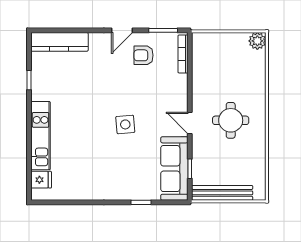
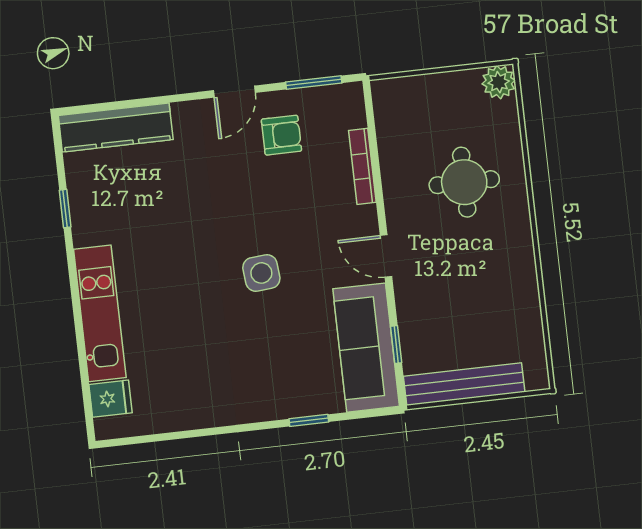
bookcase: (183, 54) -> (362, 166), moved
armchair: (144, 55) -> (281, 135), turned 180
round table: (231, 120) -> (464, 182), moved

